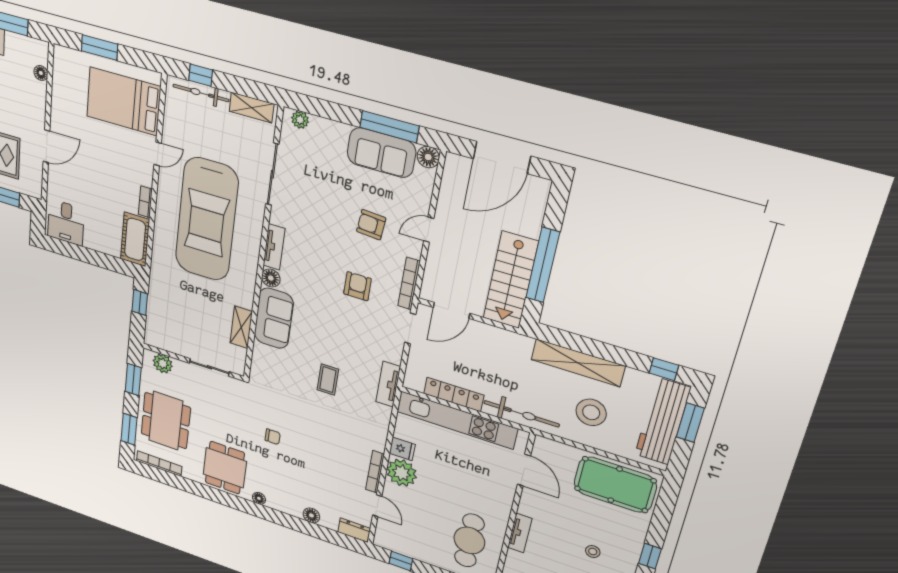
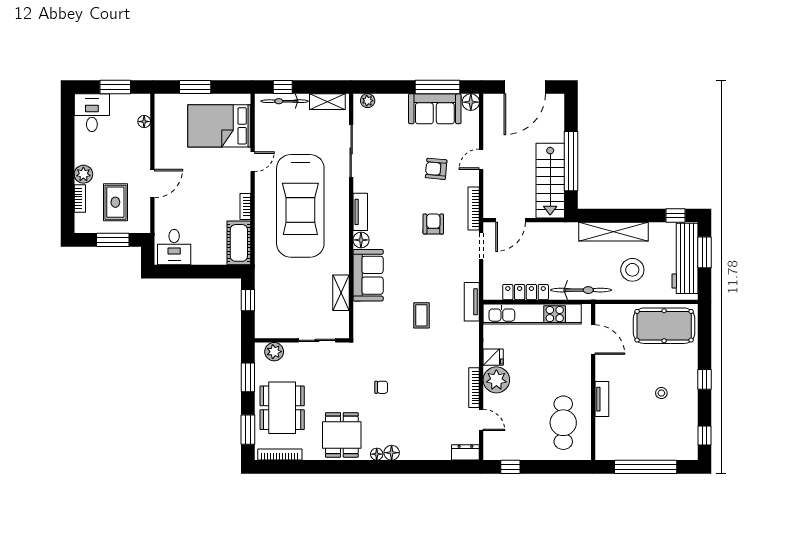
floor lamp: (311, 515) -> (392, 453), moved

